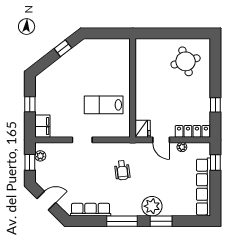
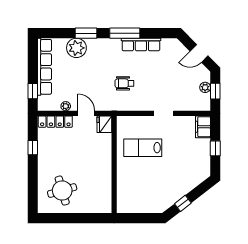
lab bench: (104, 105) -> (143, 148), turned 180
plant: (40, 156) -> (205, 87), moved
wheelchair: (122, 170) -> (124, 83), turned -83
plant: (152, 206) -> (76, 48), moved
row of seats: (91, 210) -> (141, 44), moved

